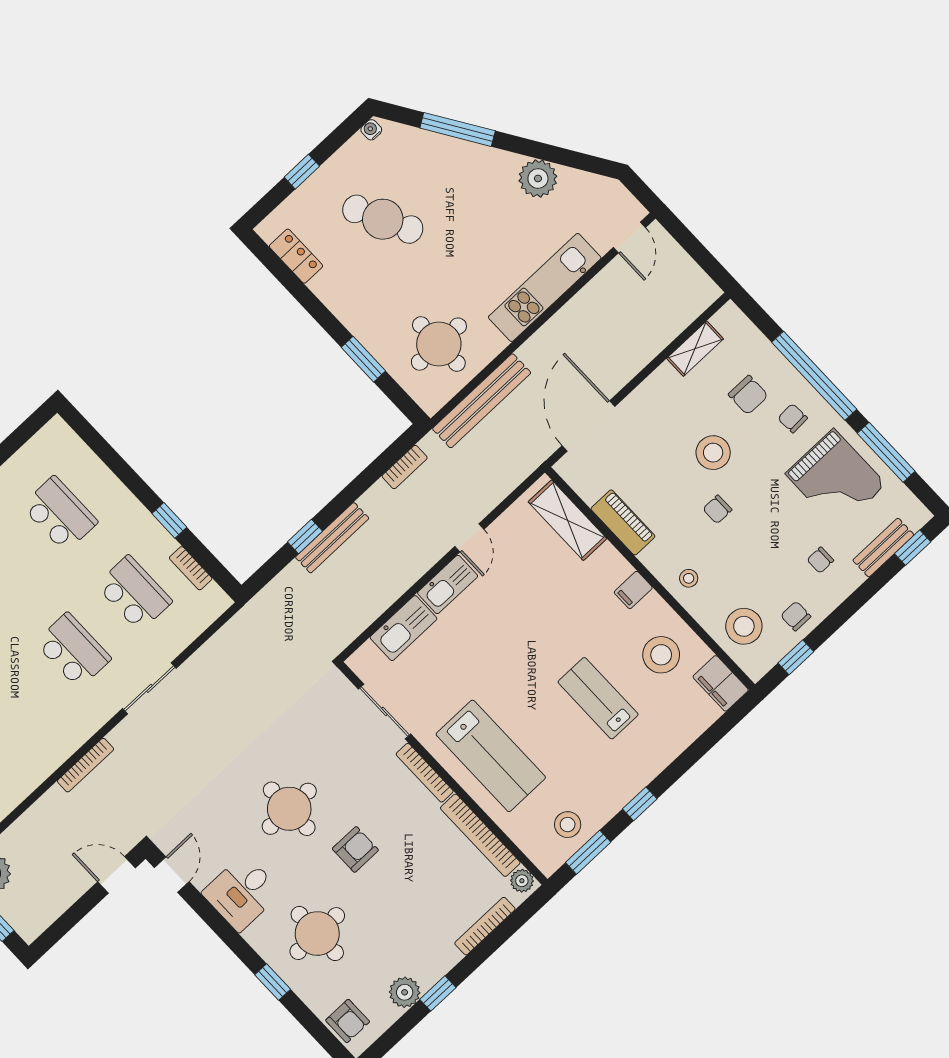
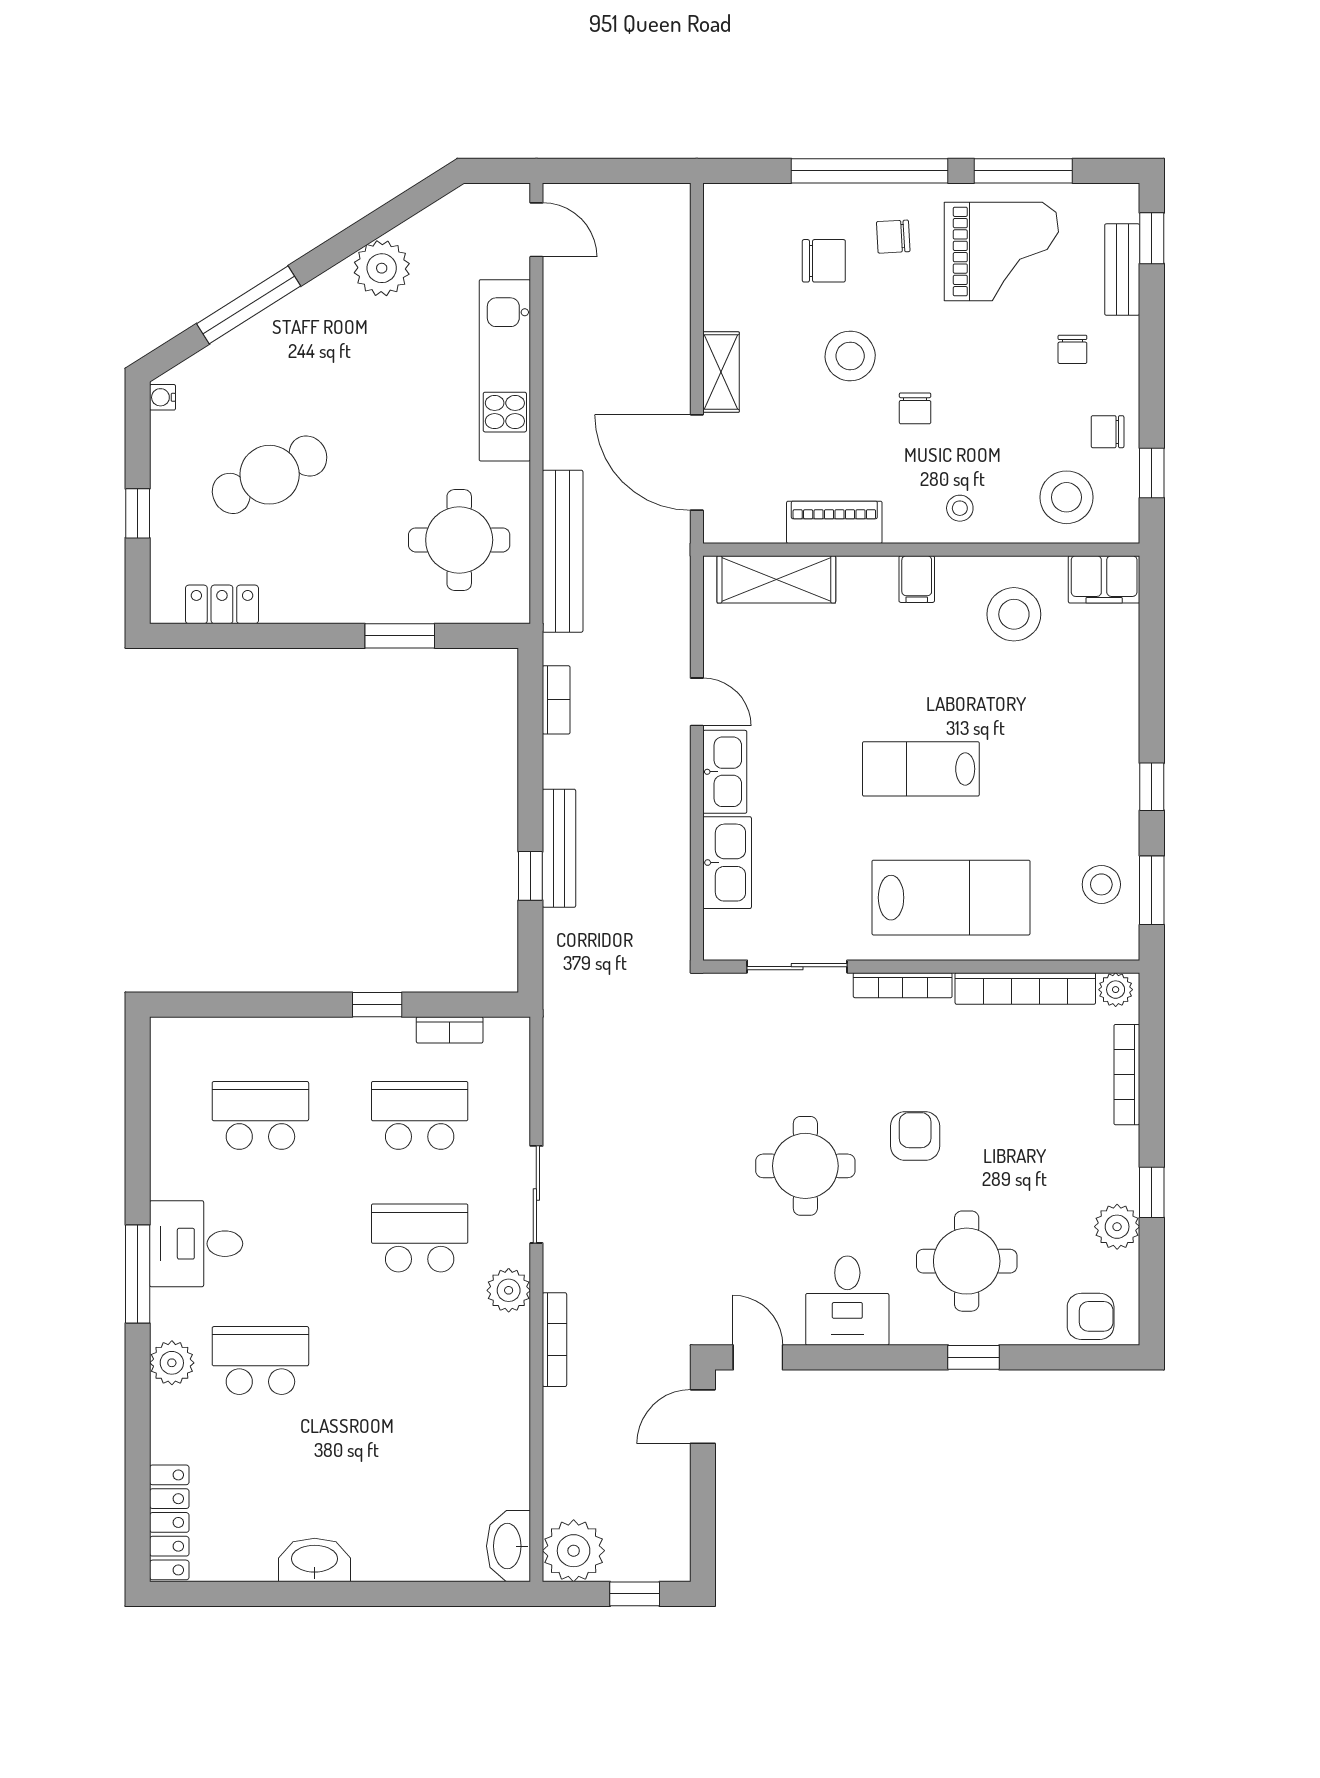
shelving: (695, 349) -> (721, 372), moved
lab bench: (598, 698) -> (921, 769), moved
plant: (89, 719) -> (509, 1290), added

